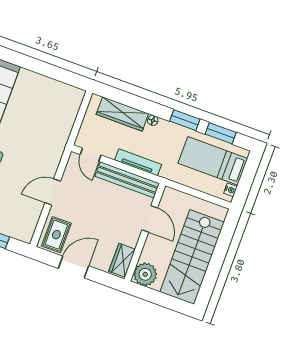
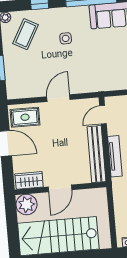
door: (53, 192) -> (58, 98), hinge flipped
door: (150, 219) -> (60, 188), moved

